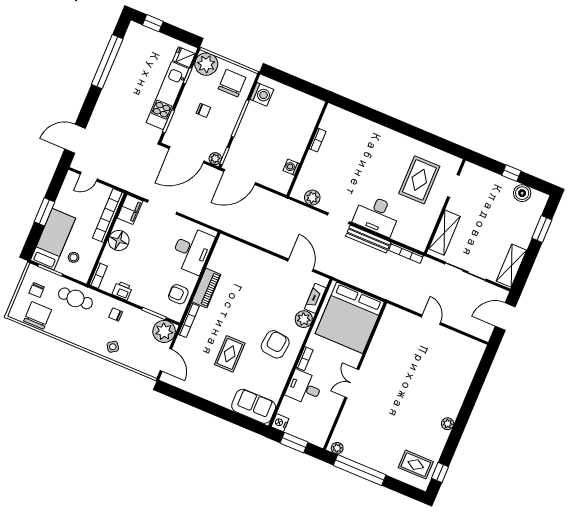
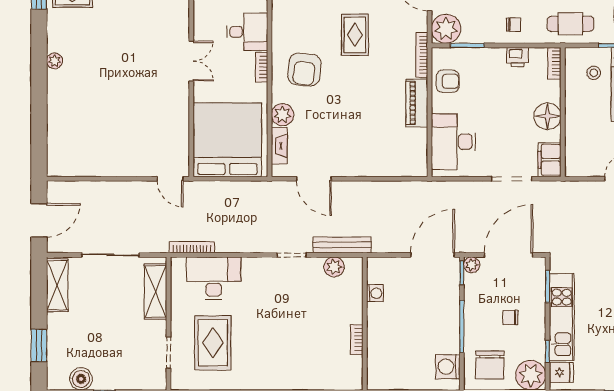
desk: (377, 215) -> (214, 278), moved
bookcase: (108, 216) -> (573, 141), removed
bench: (368, 239) -> (342, 245), moved
door: (431, 320) -> (170, 179), moved

